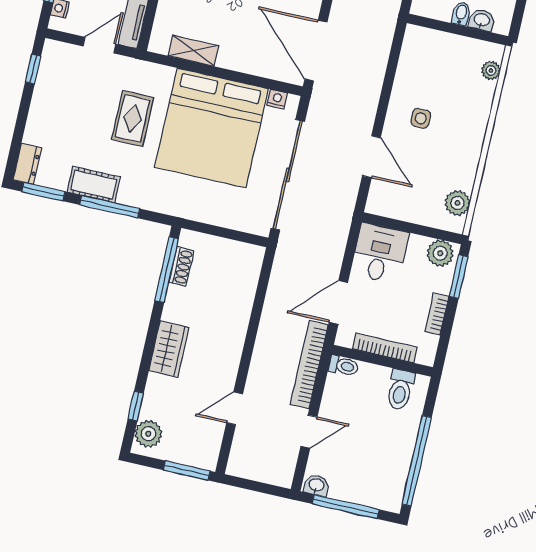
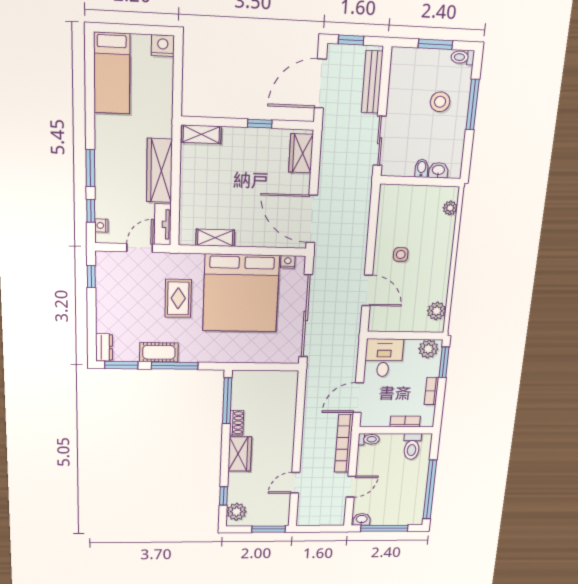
shoe rack: (181, 267) -> (237, 423), moved
bookcase: (385, 348) -> (405, 421), width x0.64

